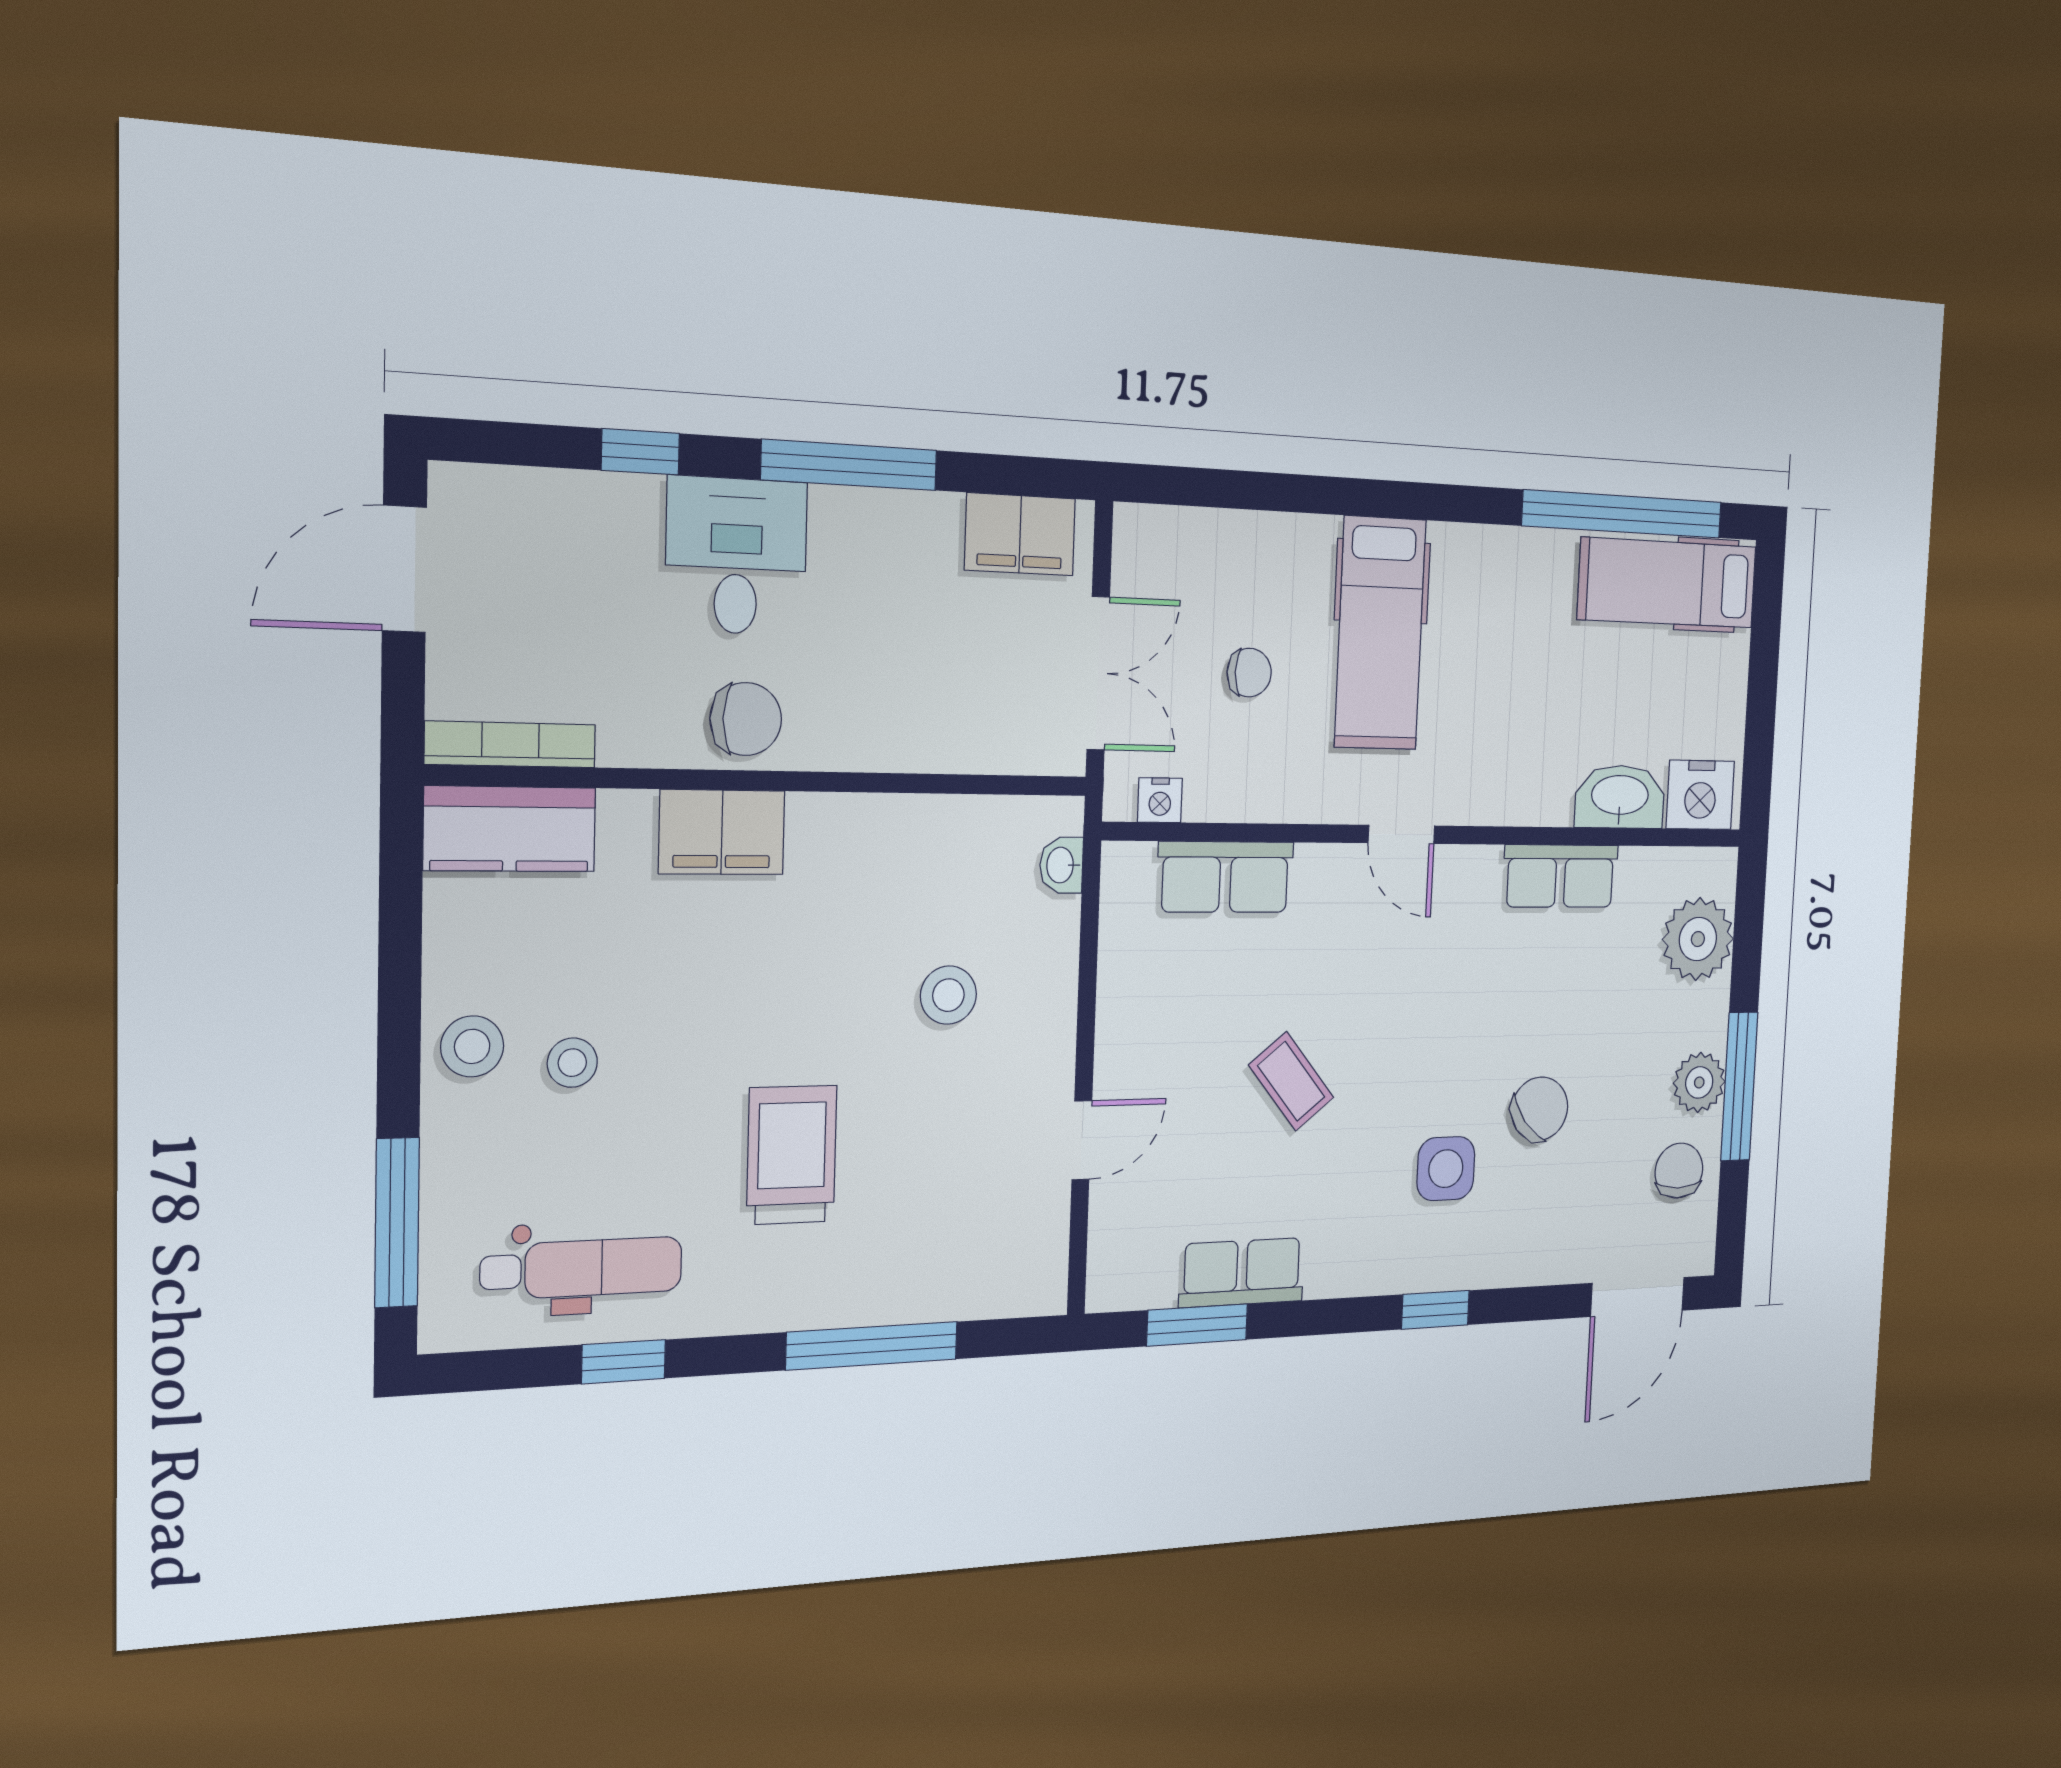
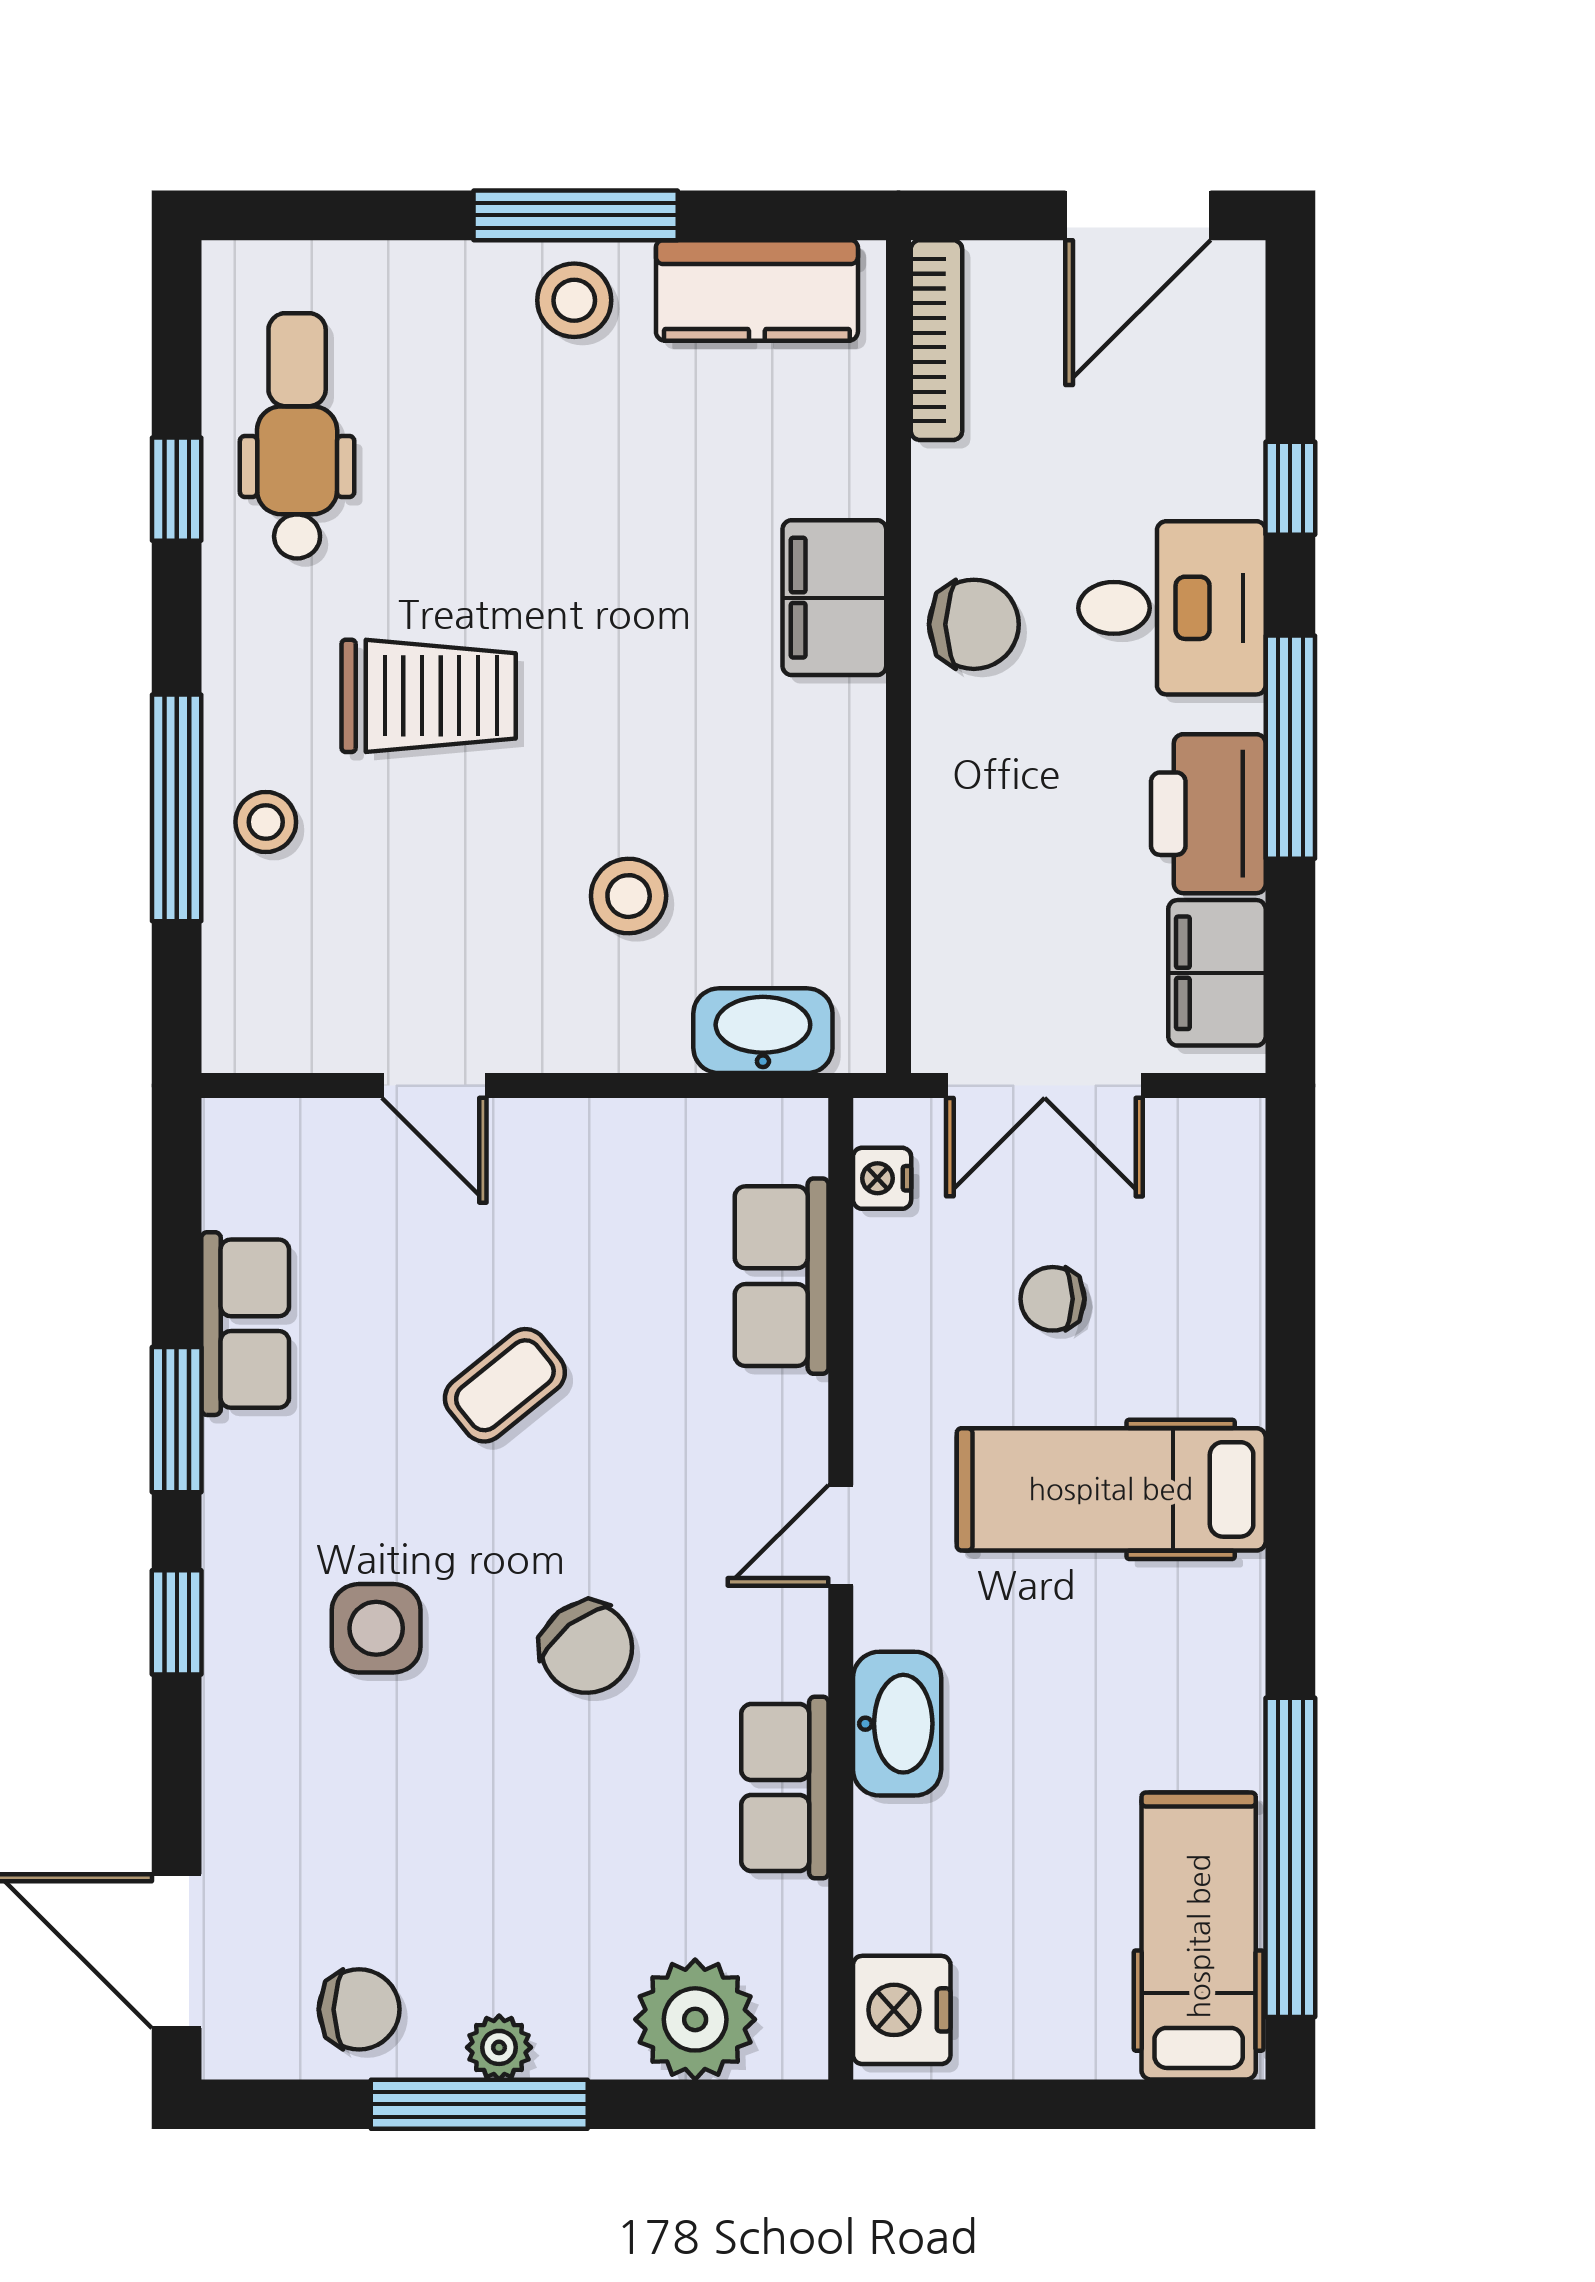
printer: (899, 535) -> (1208, 814), added
door: (404, 569) -> (1138, 215), swing flipped
chair: (1249, 673) -> (1053, 1299), turned 90
chair: (746, 719) -> (974, 624), turned -90
washbasin: (1620, 797) -> (897, 1724), moved
kitchen counter: (510, 829) -> (757, 290), moved, turned -90
washbasin: (1061, 865) -> (763, 1031), width x1.91, depth x1.45
stool: (572, 1063) -> (266, 822), moved
plant: (1699, 1082) -> (499, 2047), width x0.73, depth x0.73
chair: (1540, 1109) -> (587, 1648), moved
window: (397, 1223) -> (576, 215), moved
dental chair: (582, 1268) -> (297, 436), turned 180
window: (1197, 1325) -> (177, 1420), moved

